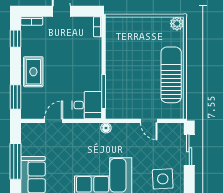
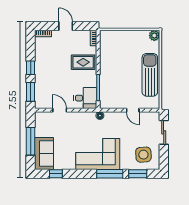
window: (16, 39) -> (31, 68), moved
rug: (33, 72) -> (83, 62), moved, turned 90
door: (53, 121) -> (60, 110), hinge flipped

